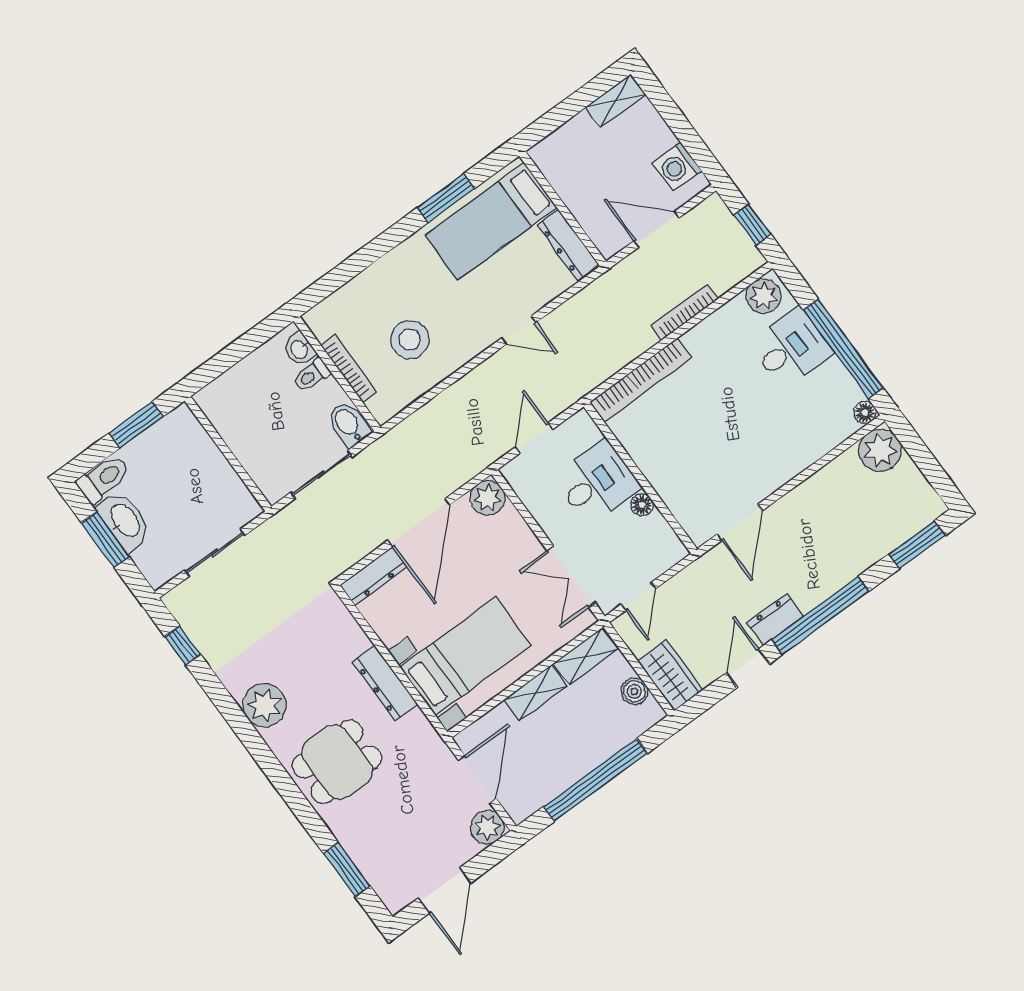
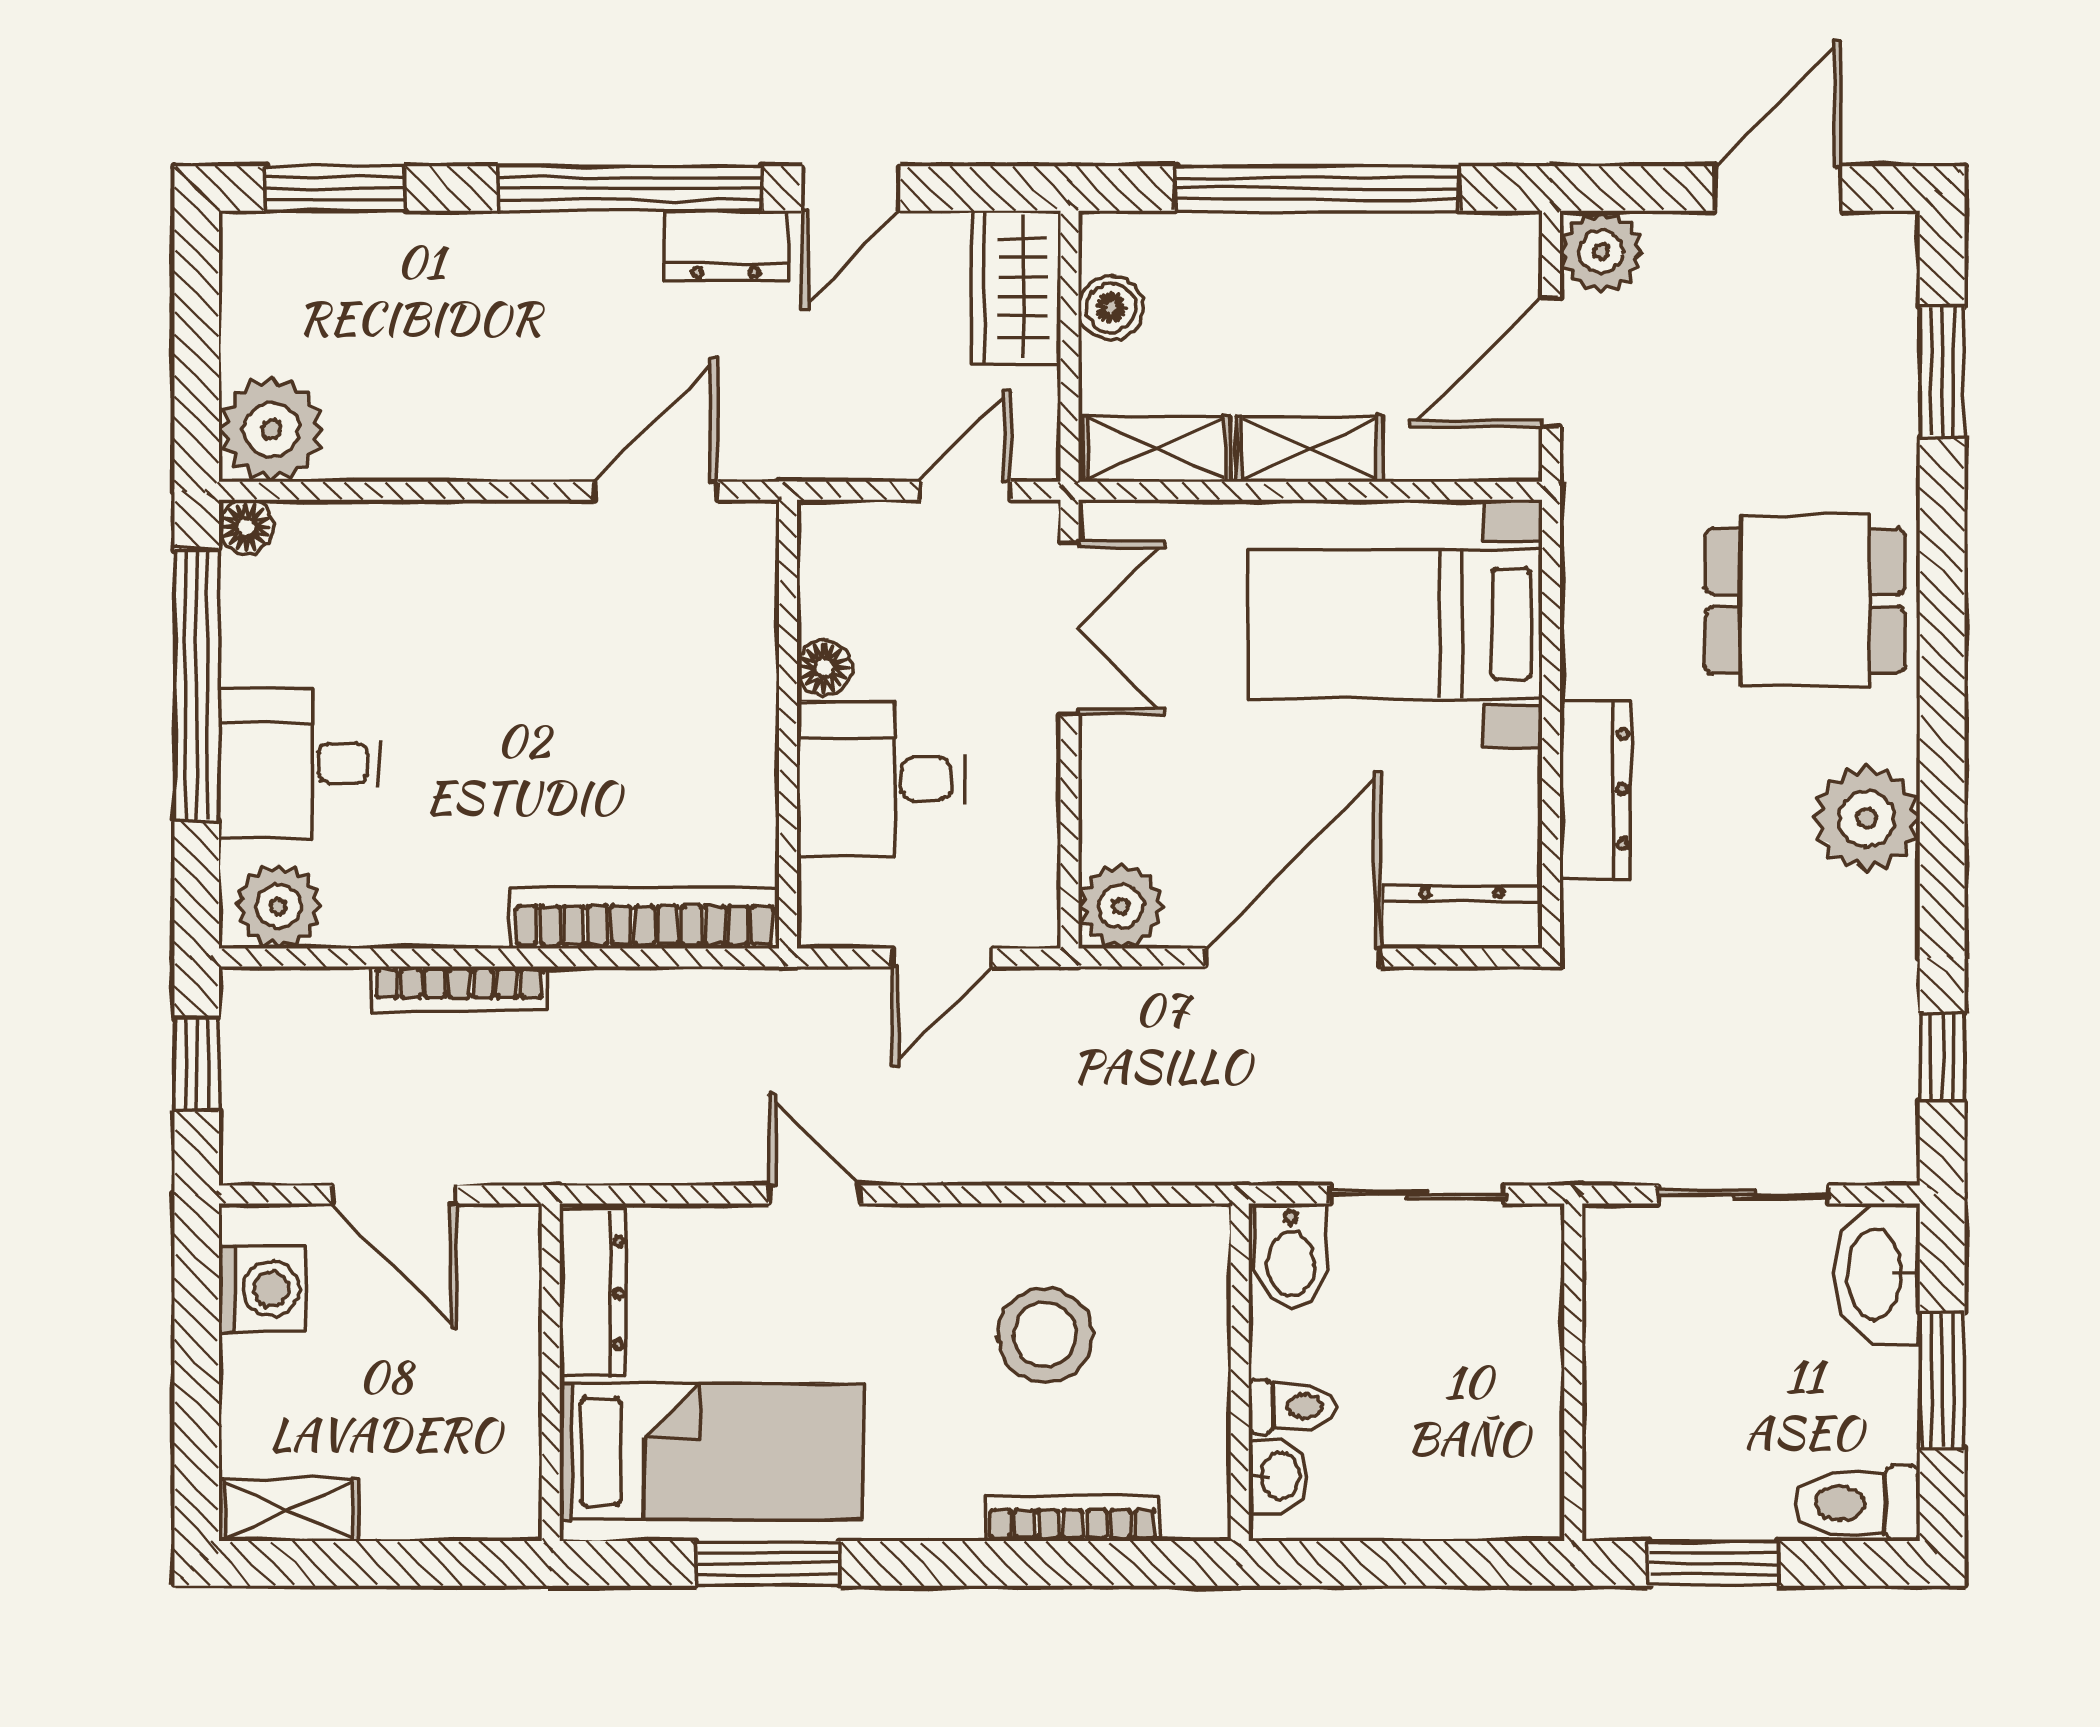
bookcase: (349, 368) -> (1073, 1519), moved, turned 90
washbasin: (125, 521) -> (1877, 1274), moved
dresser: (385, 683) -> (1595, 789), moved

